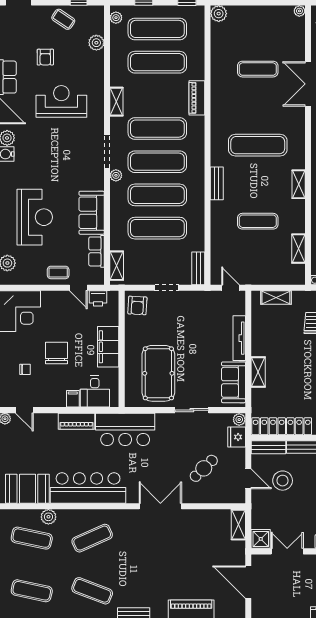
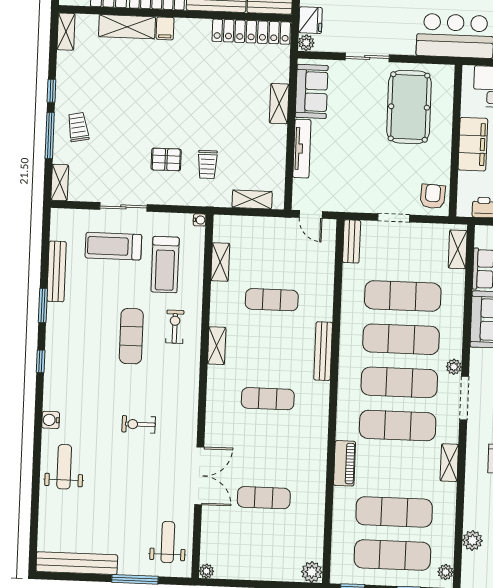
exercise mat: (258, 145) -> (268, 399), width x0.73, depth x0.69
bench: (217, 183) -> (323, 351), width x1.36

